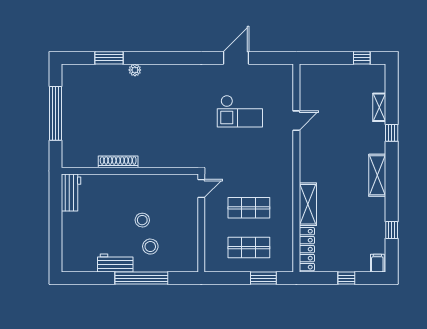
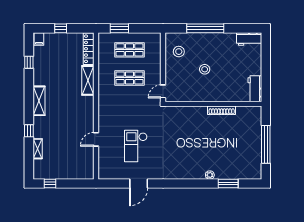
checkout: (240, 111) -> (136, 146), turned -90
stool: (150, 247) -> (179, 52), moved
workbench: (115, 263) -> (249, 39), moved

